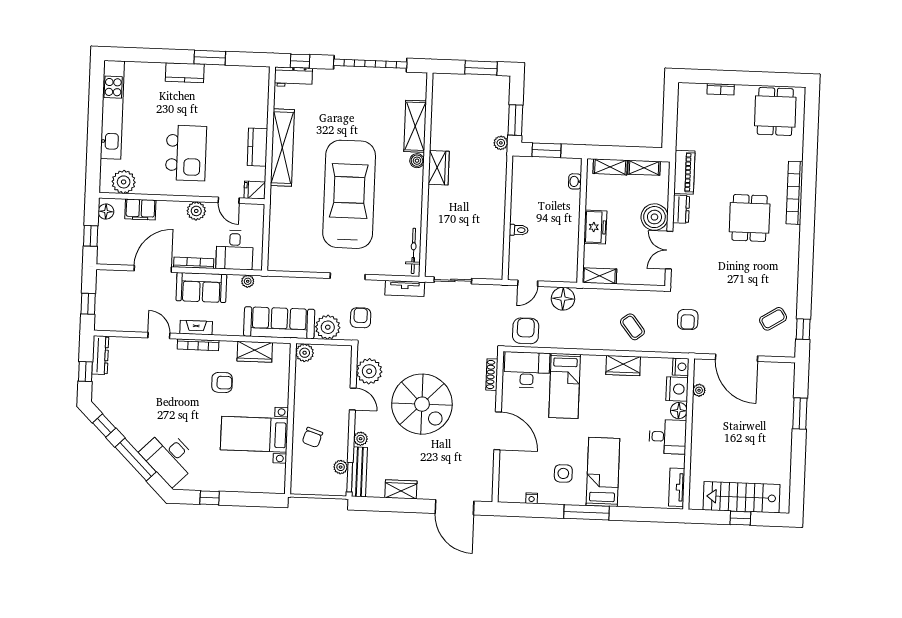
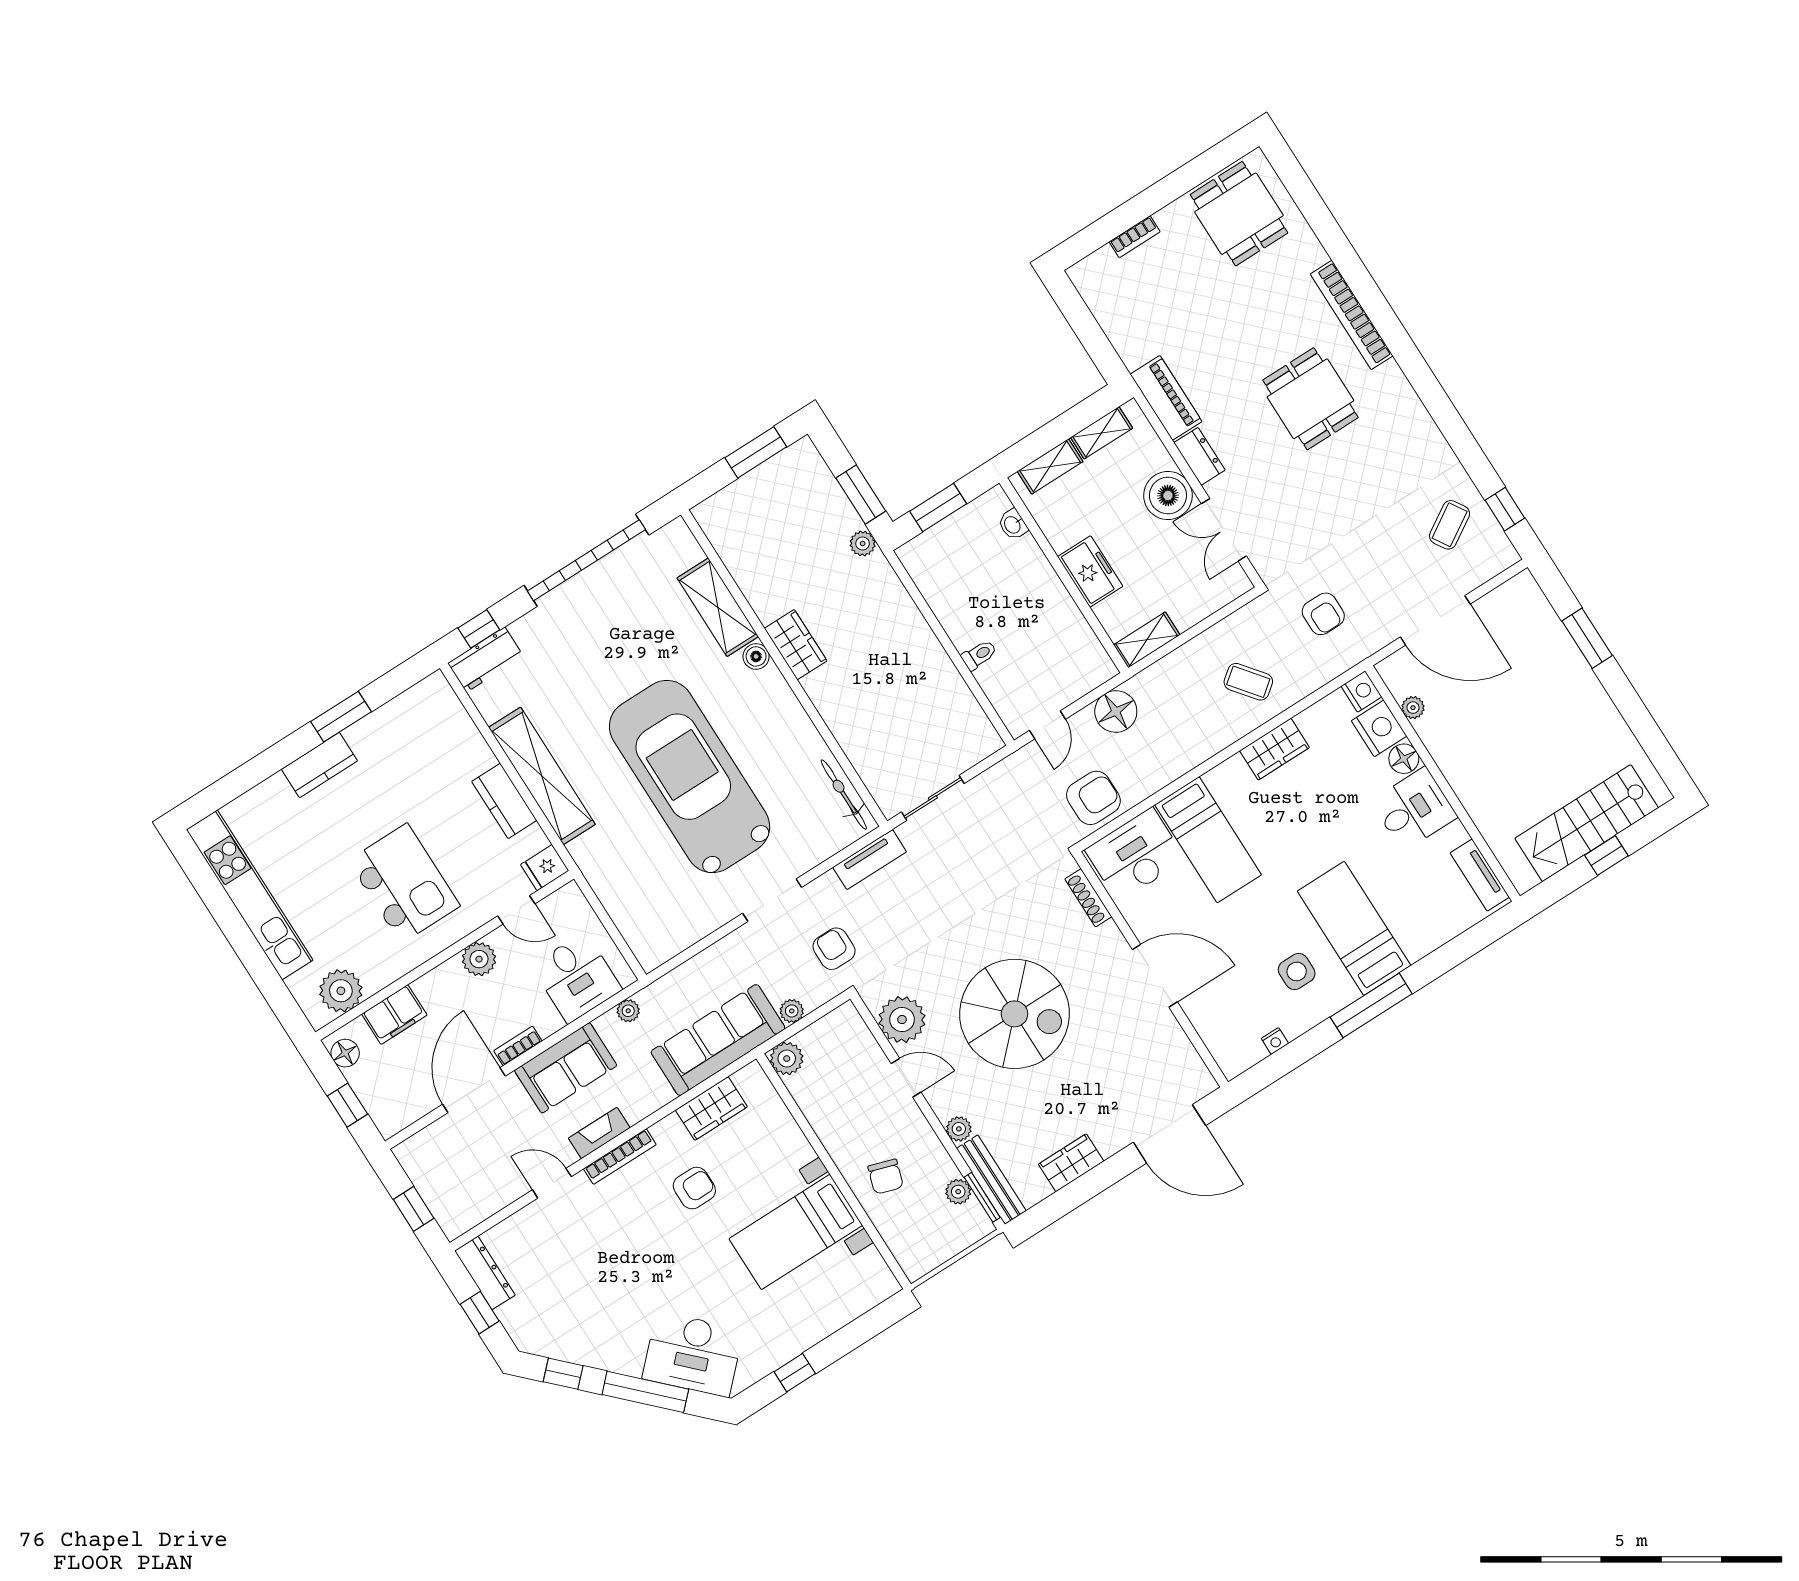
bookcase: (194, 263) -> (518, 1046), width x0.64
plant: (328, 327) -> (792, 1011), width x0.53, depth x0.53
armchair: (526, 331) -> (1093, 798), turned 90

